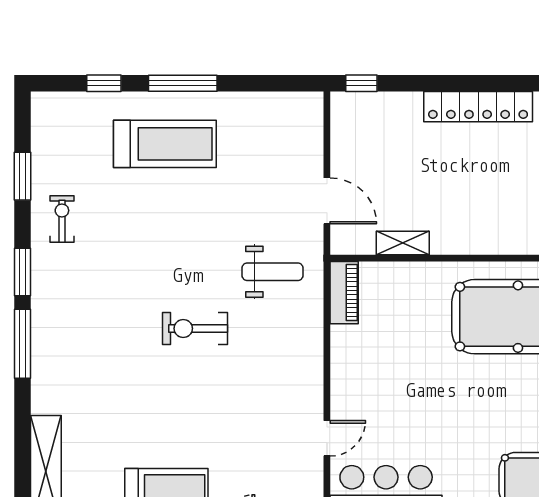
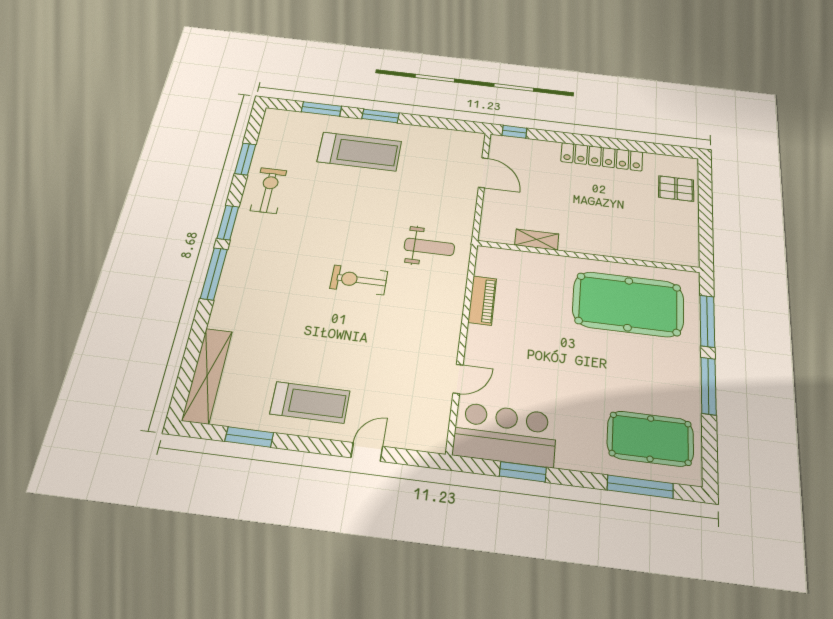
window: (104, 83) -> (321, 109), width x1.50
window: (183, 83) -> (380, 116), width x0.69
door: (327, 201) -> (483, 173), moved
exercise bike: (62, 219) -> (269, 190), width x1.38, depth x1.39
piano: (344, 293) -> (482, 300), moved

